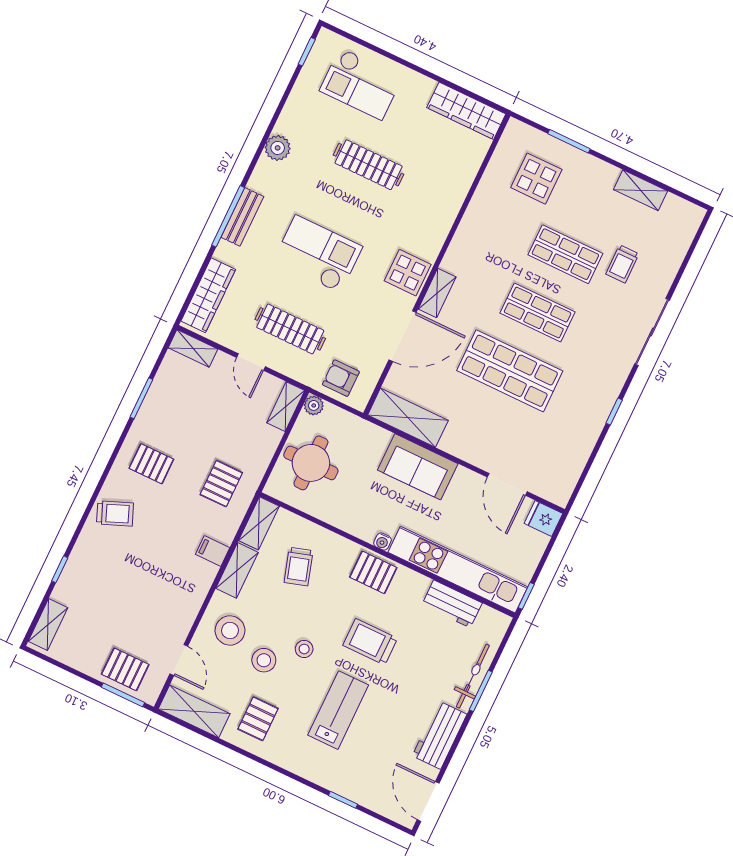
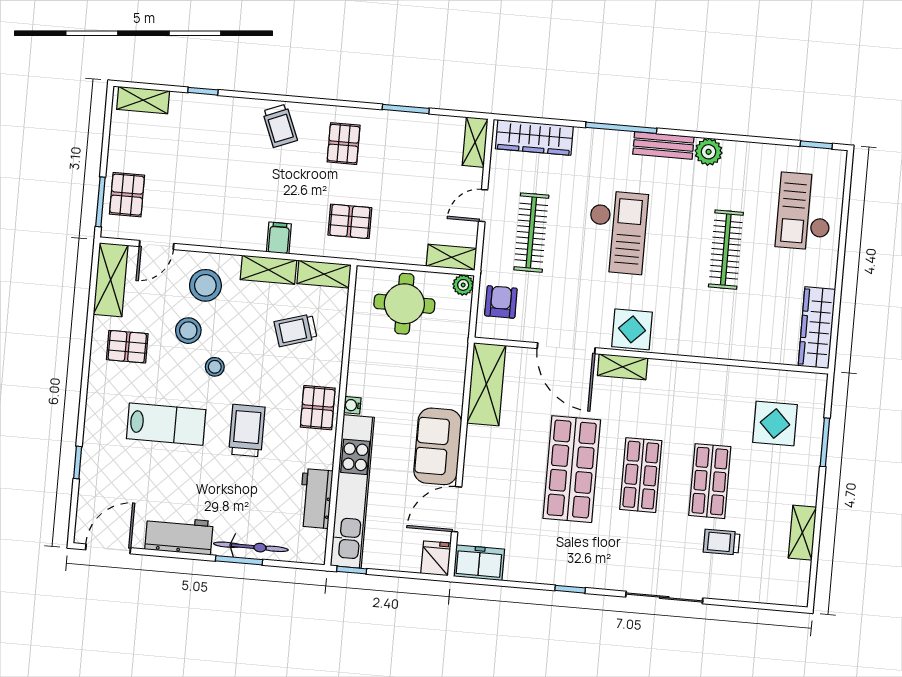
bench: (242, 217) -> (663, 146), moved
sofa: (418, 467) -> (438, 446), moved
freezer: (561, 482) -> (479, 563), added

